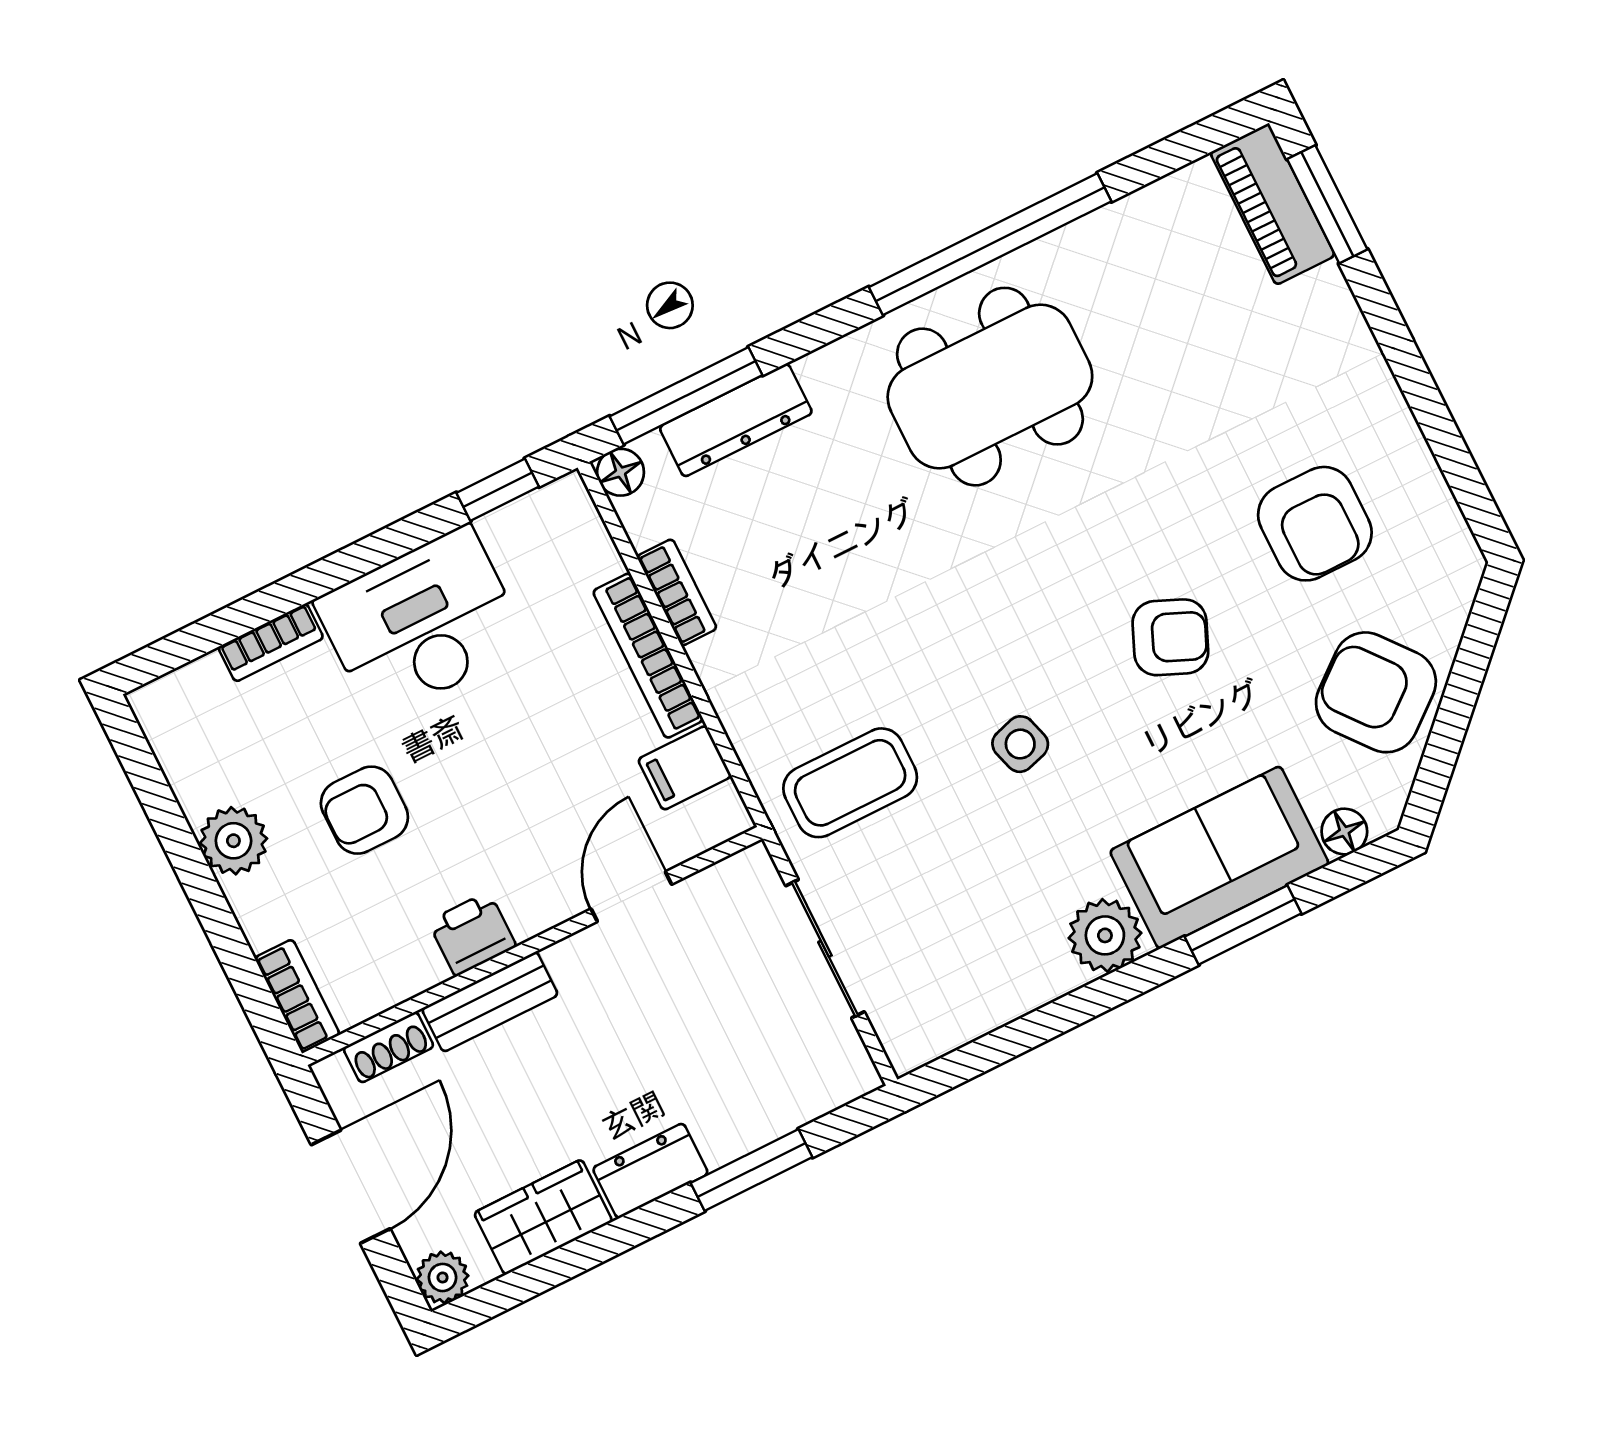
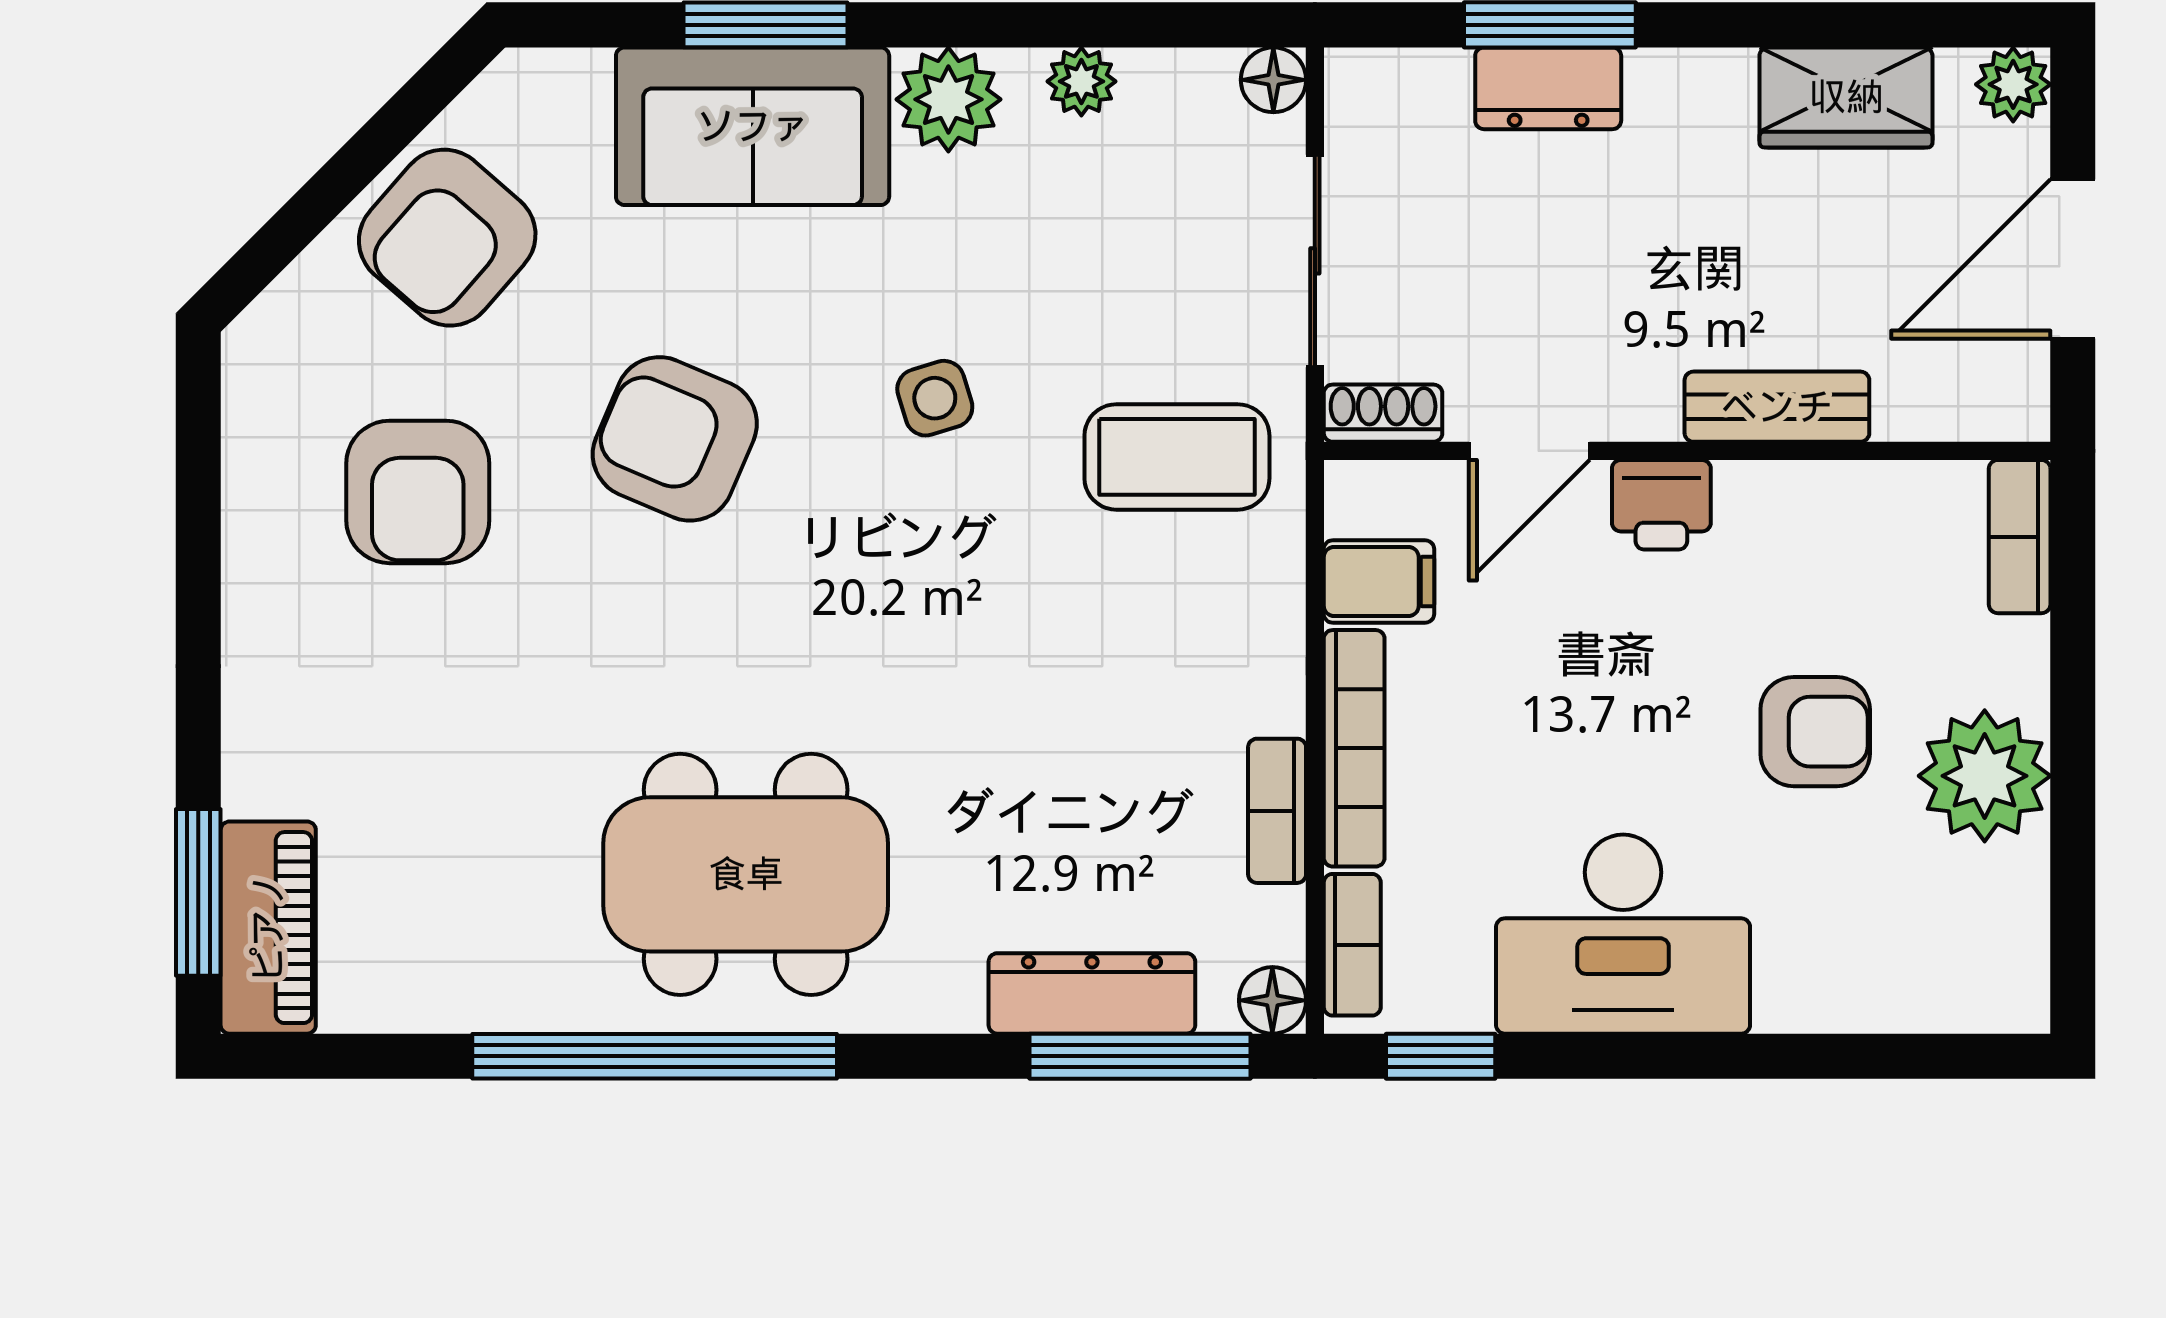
armchair: (1315, 524) -> (418, 492), turned 180
armchair: (1170, 637) -> (675, 439), width x1.38, depth x1.38
bookcase: (271, 643) -> (1352, 945), moved, turned 90
armchair: (1376, 692) -> (447, 238), turned 80
floor lamp: (1344, 831) -> (1273, 80), moved
plant: (233, 841) -> (1985, 776), width x1.36, depth x1.36
printer: (472, 934) -> (1661, 505), moved
plant: (1027, 988) -> (1081, 81), added
shoe rack: (388, 1047) -> (1383, 413), moved
dresser: (650, 1171) -> (1548, 88), moved

